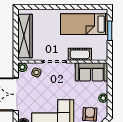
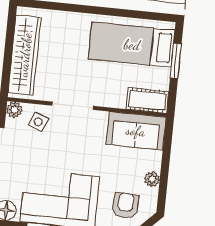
cot: (80, 54) -> (147, 100), moved

